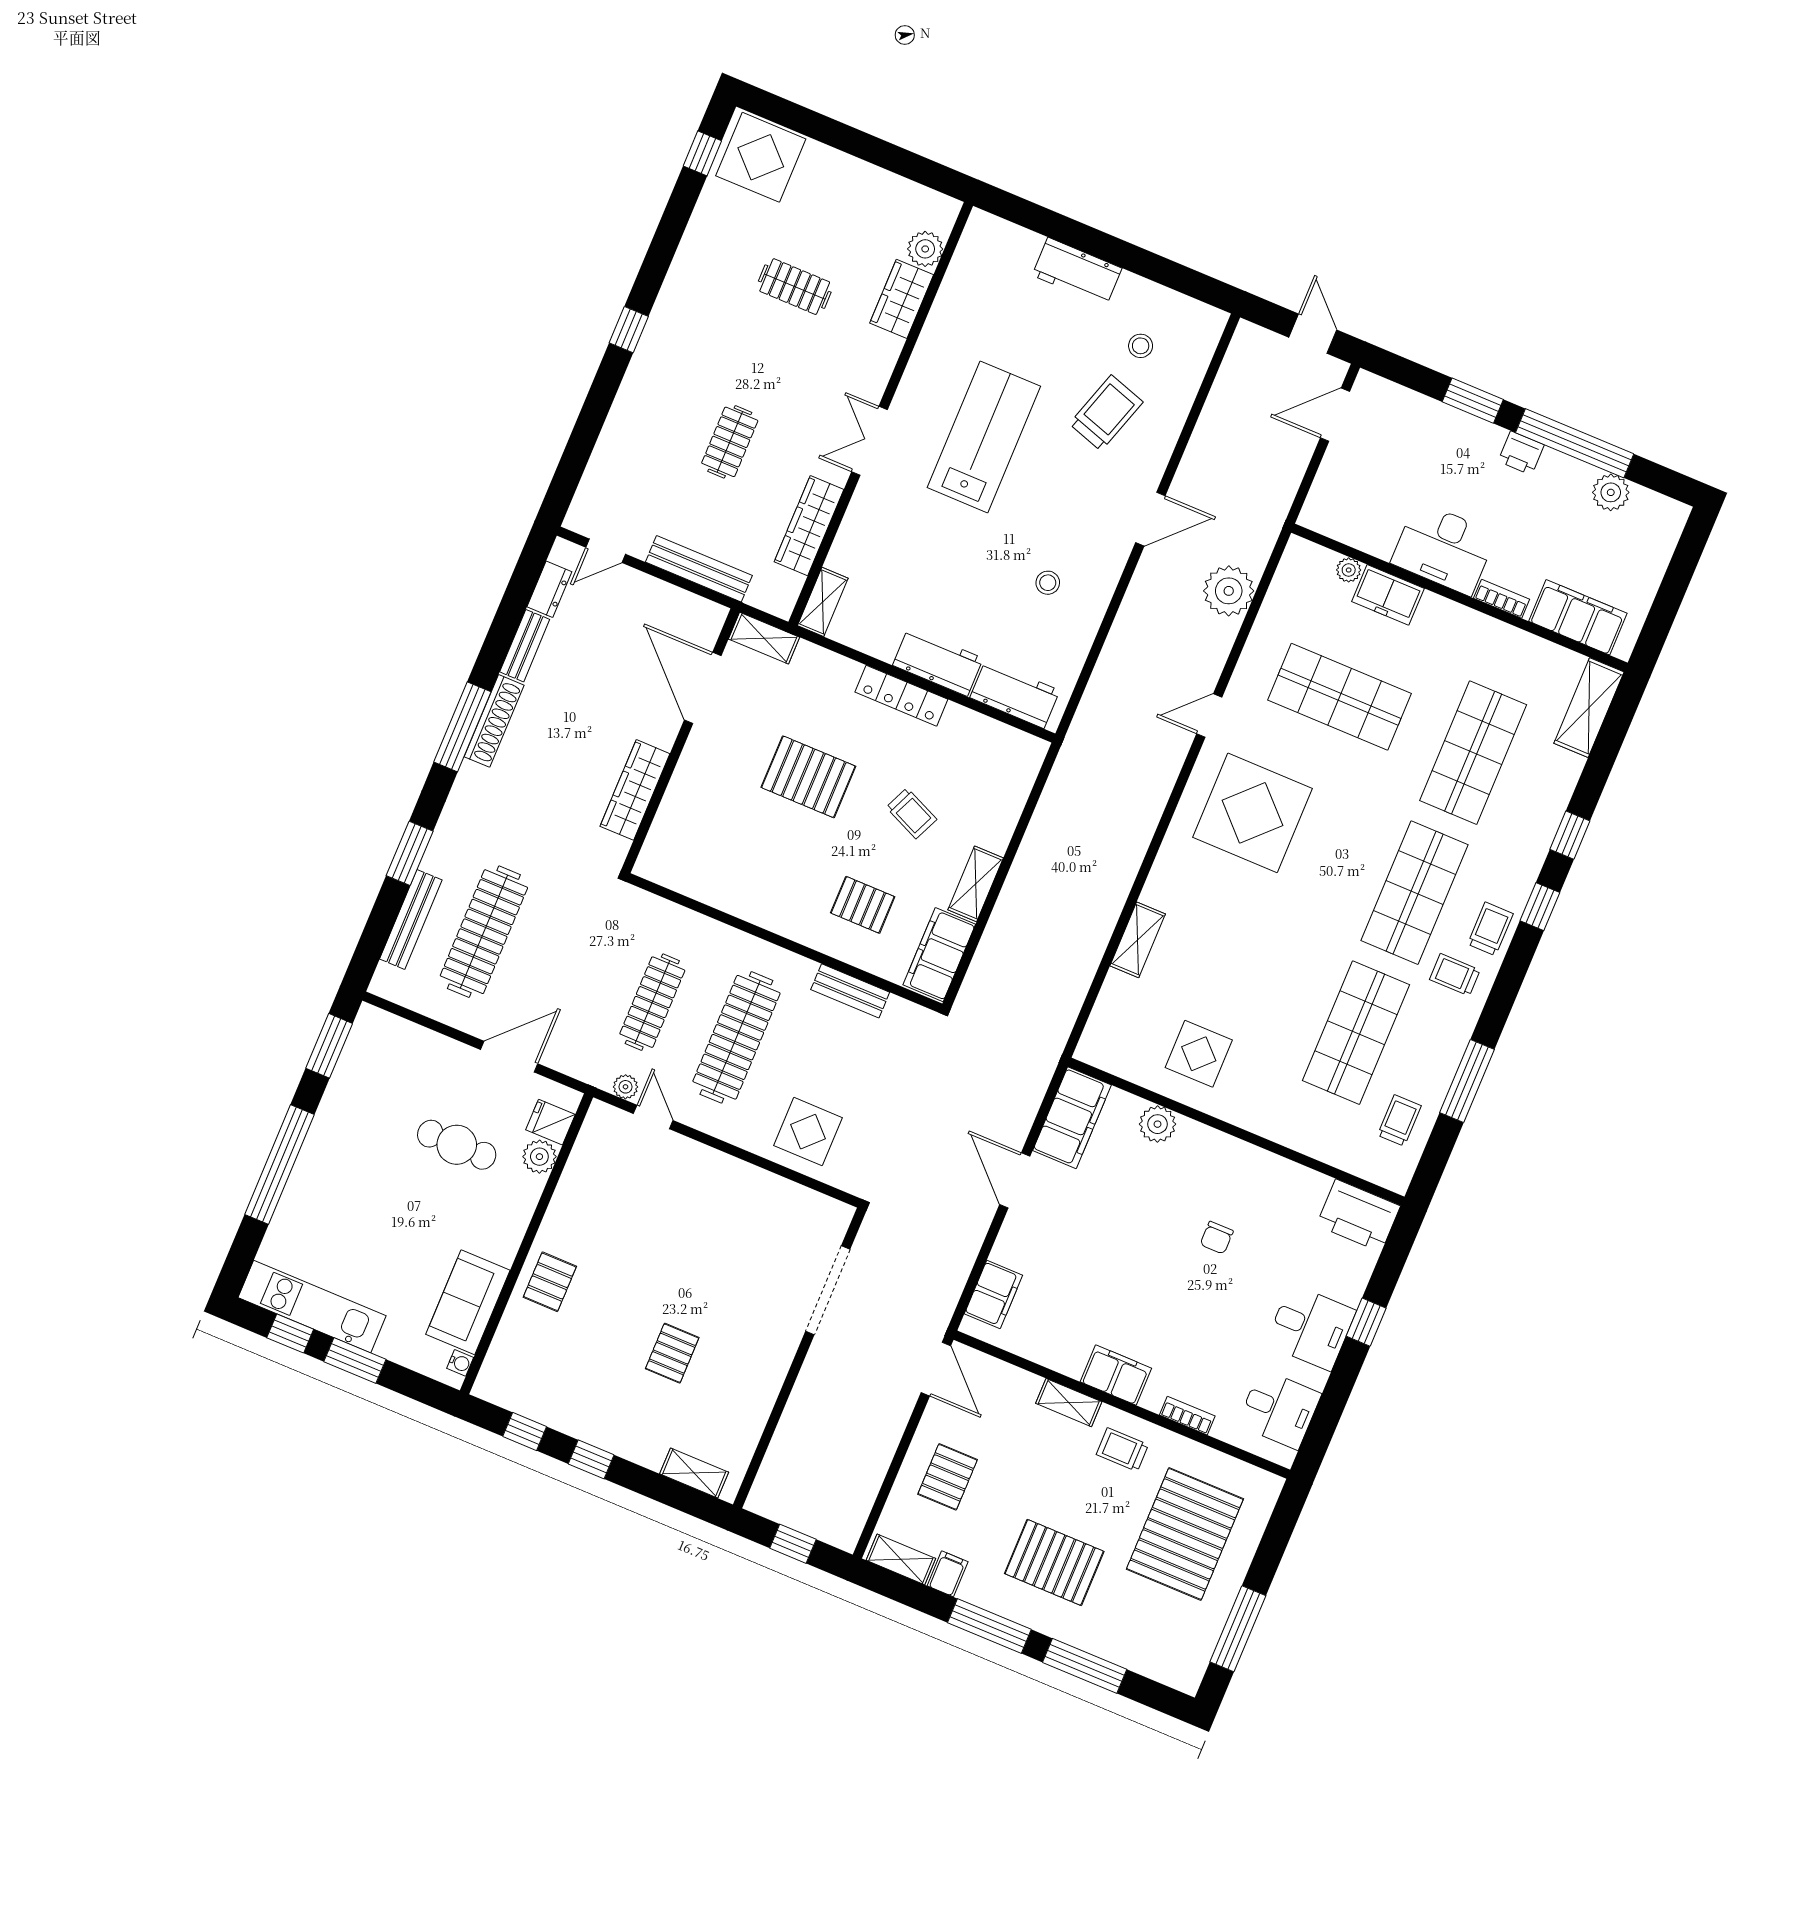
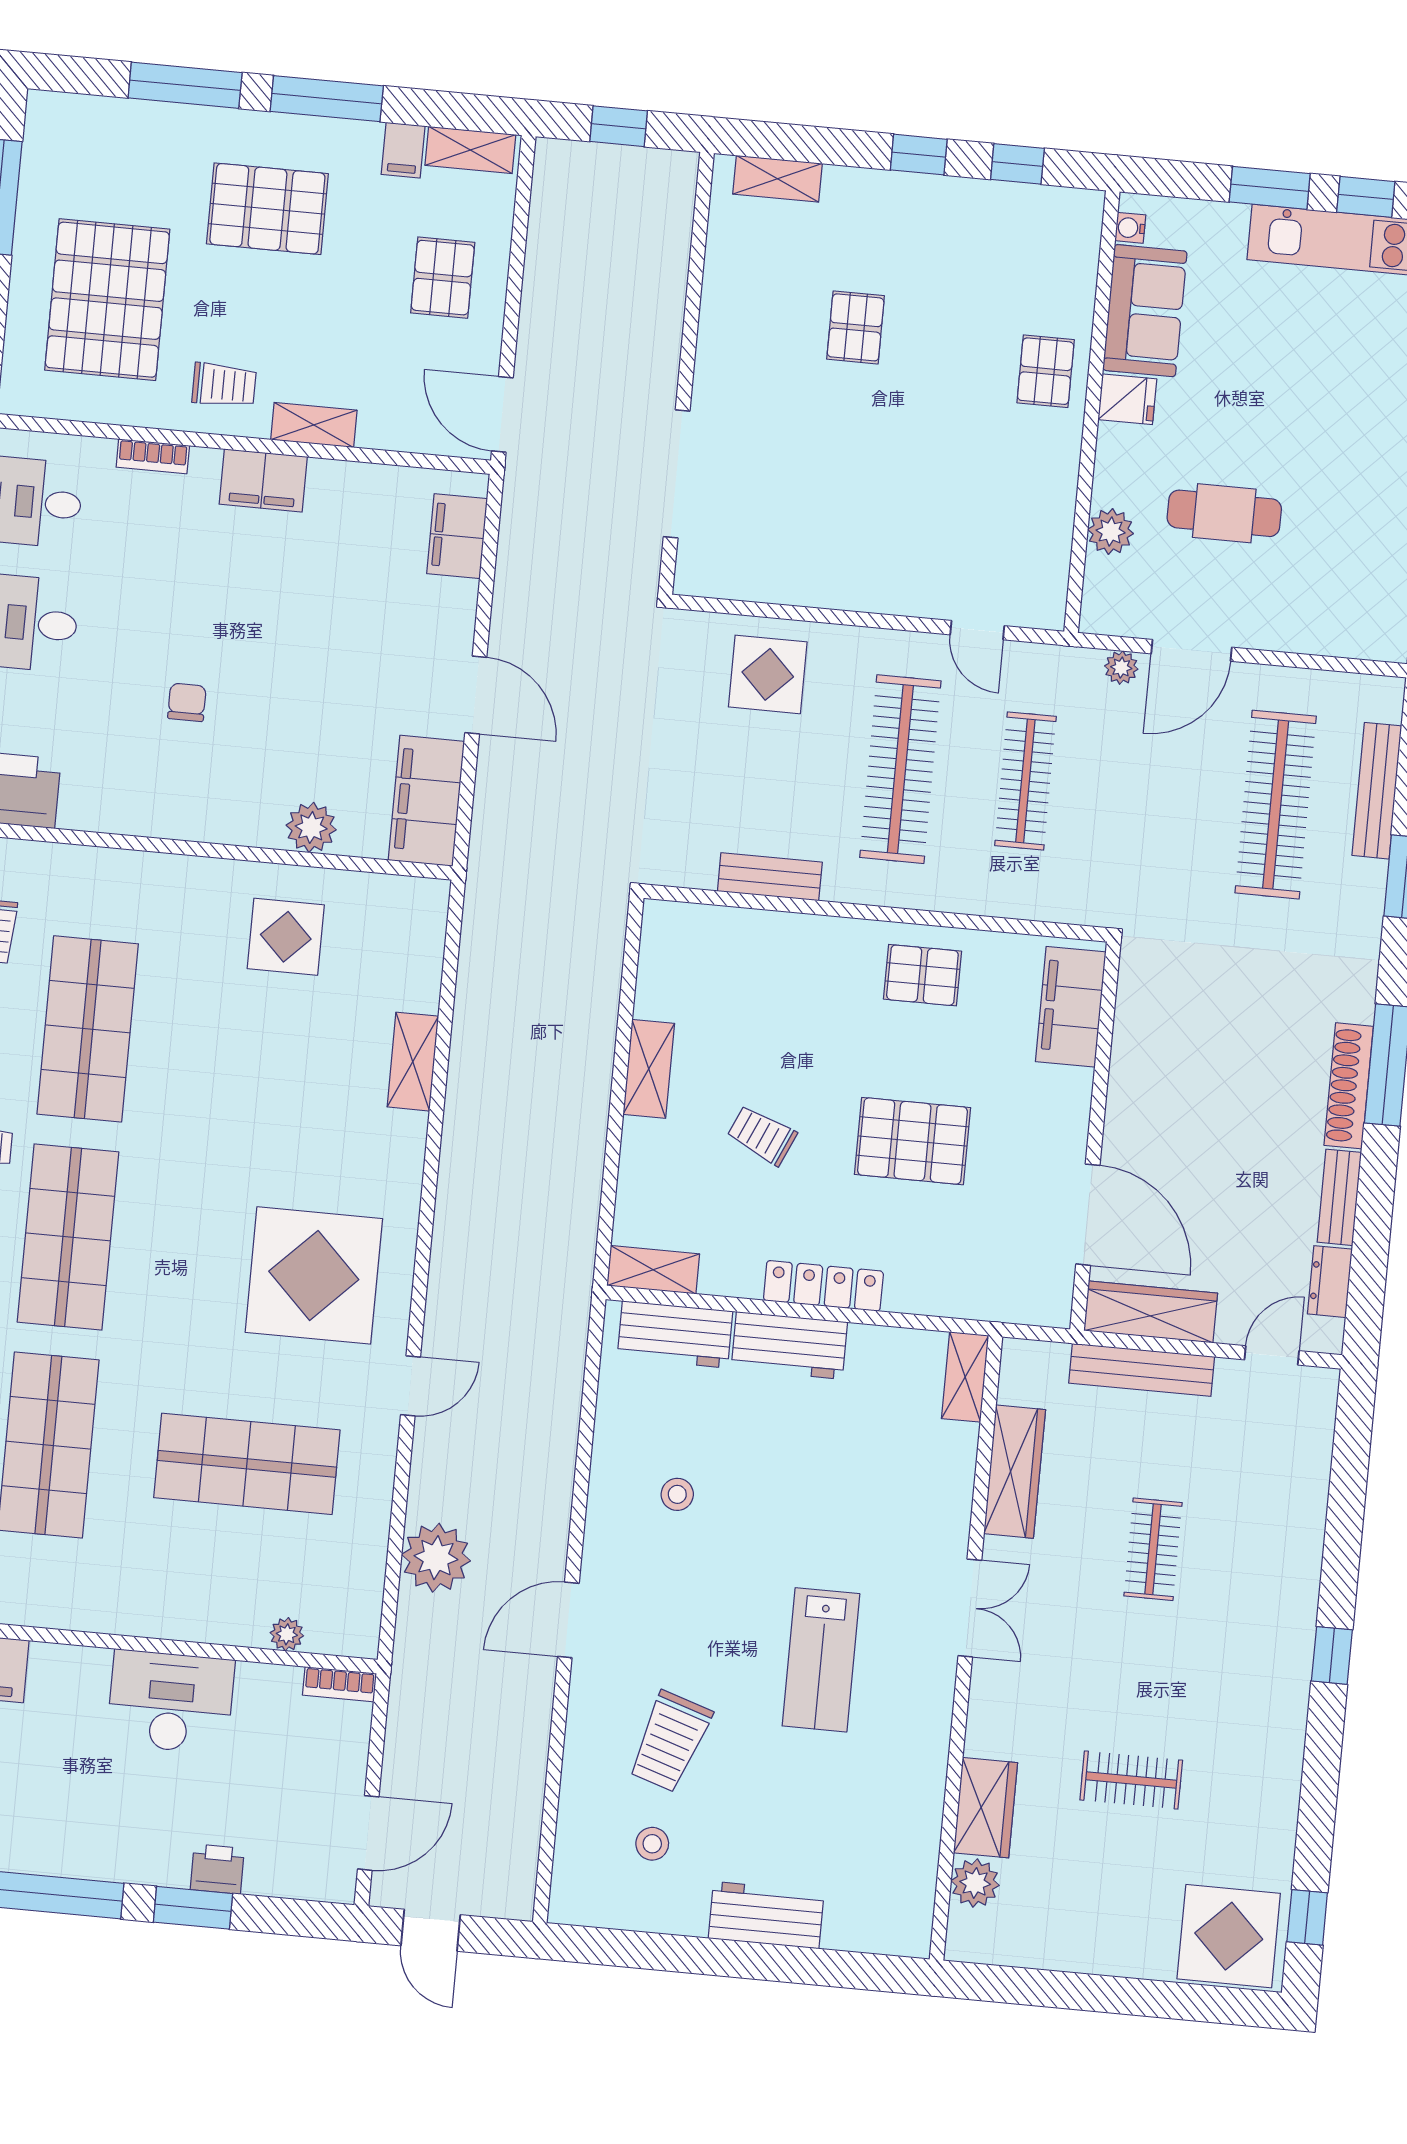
lab bench: (984, 437) -> (821, 1660), width x0.73, depth x0.72
printer: (1521, 453) -> (217, 1869), moved
freezer: (1388, 595) -> (225, 1618), removed
bookcase: (1502, 599) -> (339, 1684), moved
shelving: (764, 638) -> (653, 1270), moved
wardrobe: (635, 790) -> (1151, 1312), moved, turned -90
pallet: (863, 905) -> (922, 975), moved
filing cabinet: (939, 955) -> (1071, 1007), moved, turned 180
plant: (625, 1087) -> (1121, 668), moved
fridge: (551, 1122) -> (1127, 399), moved

